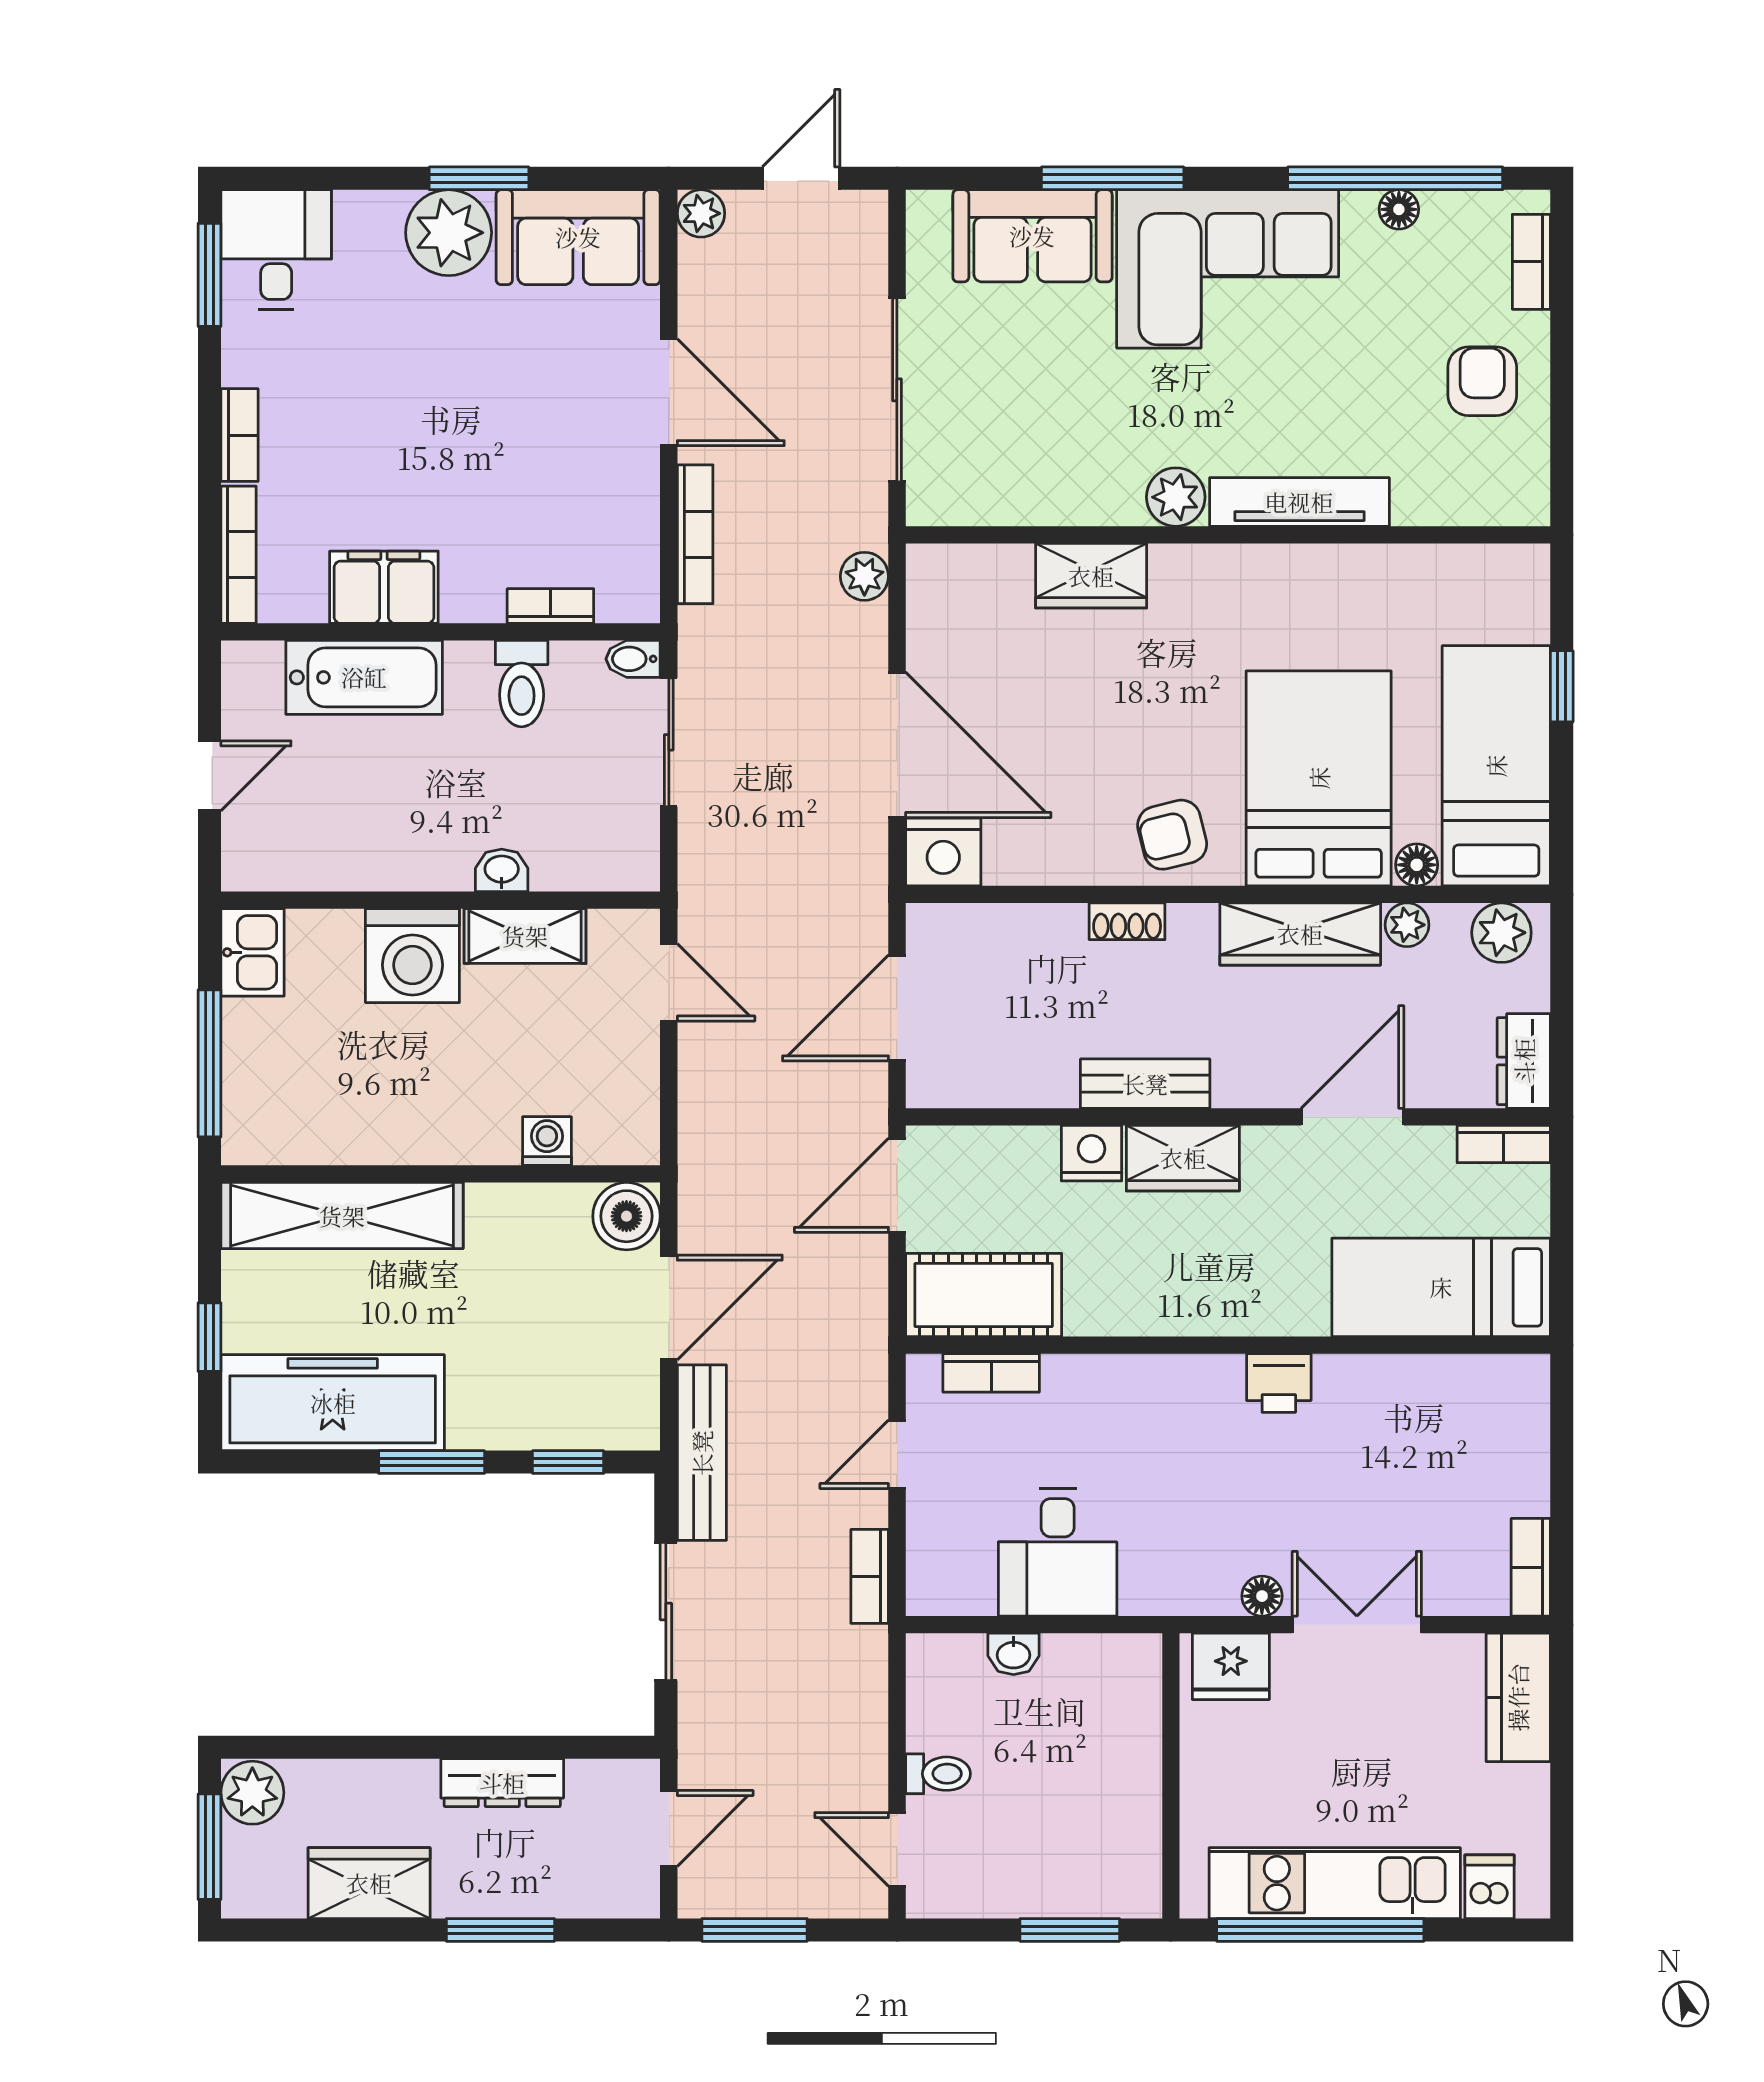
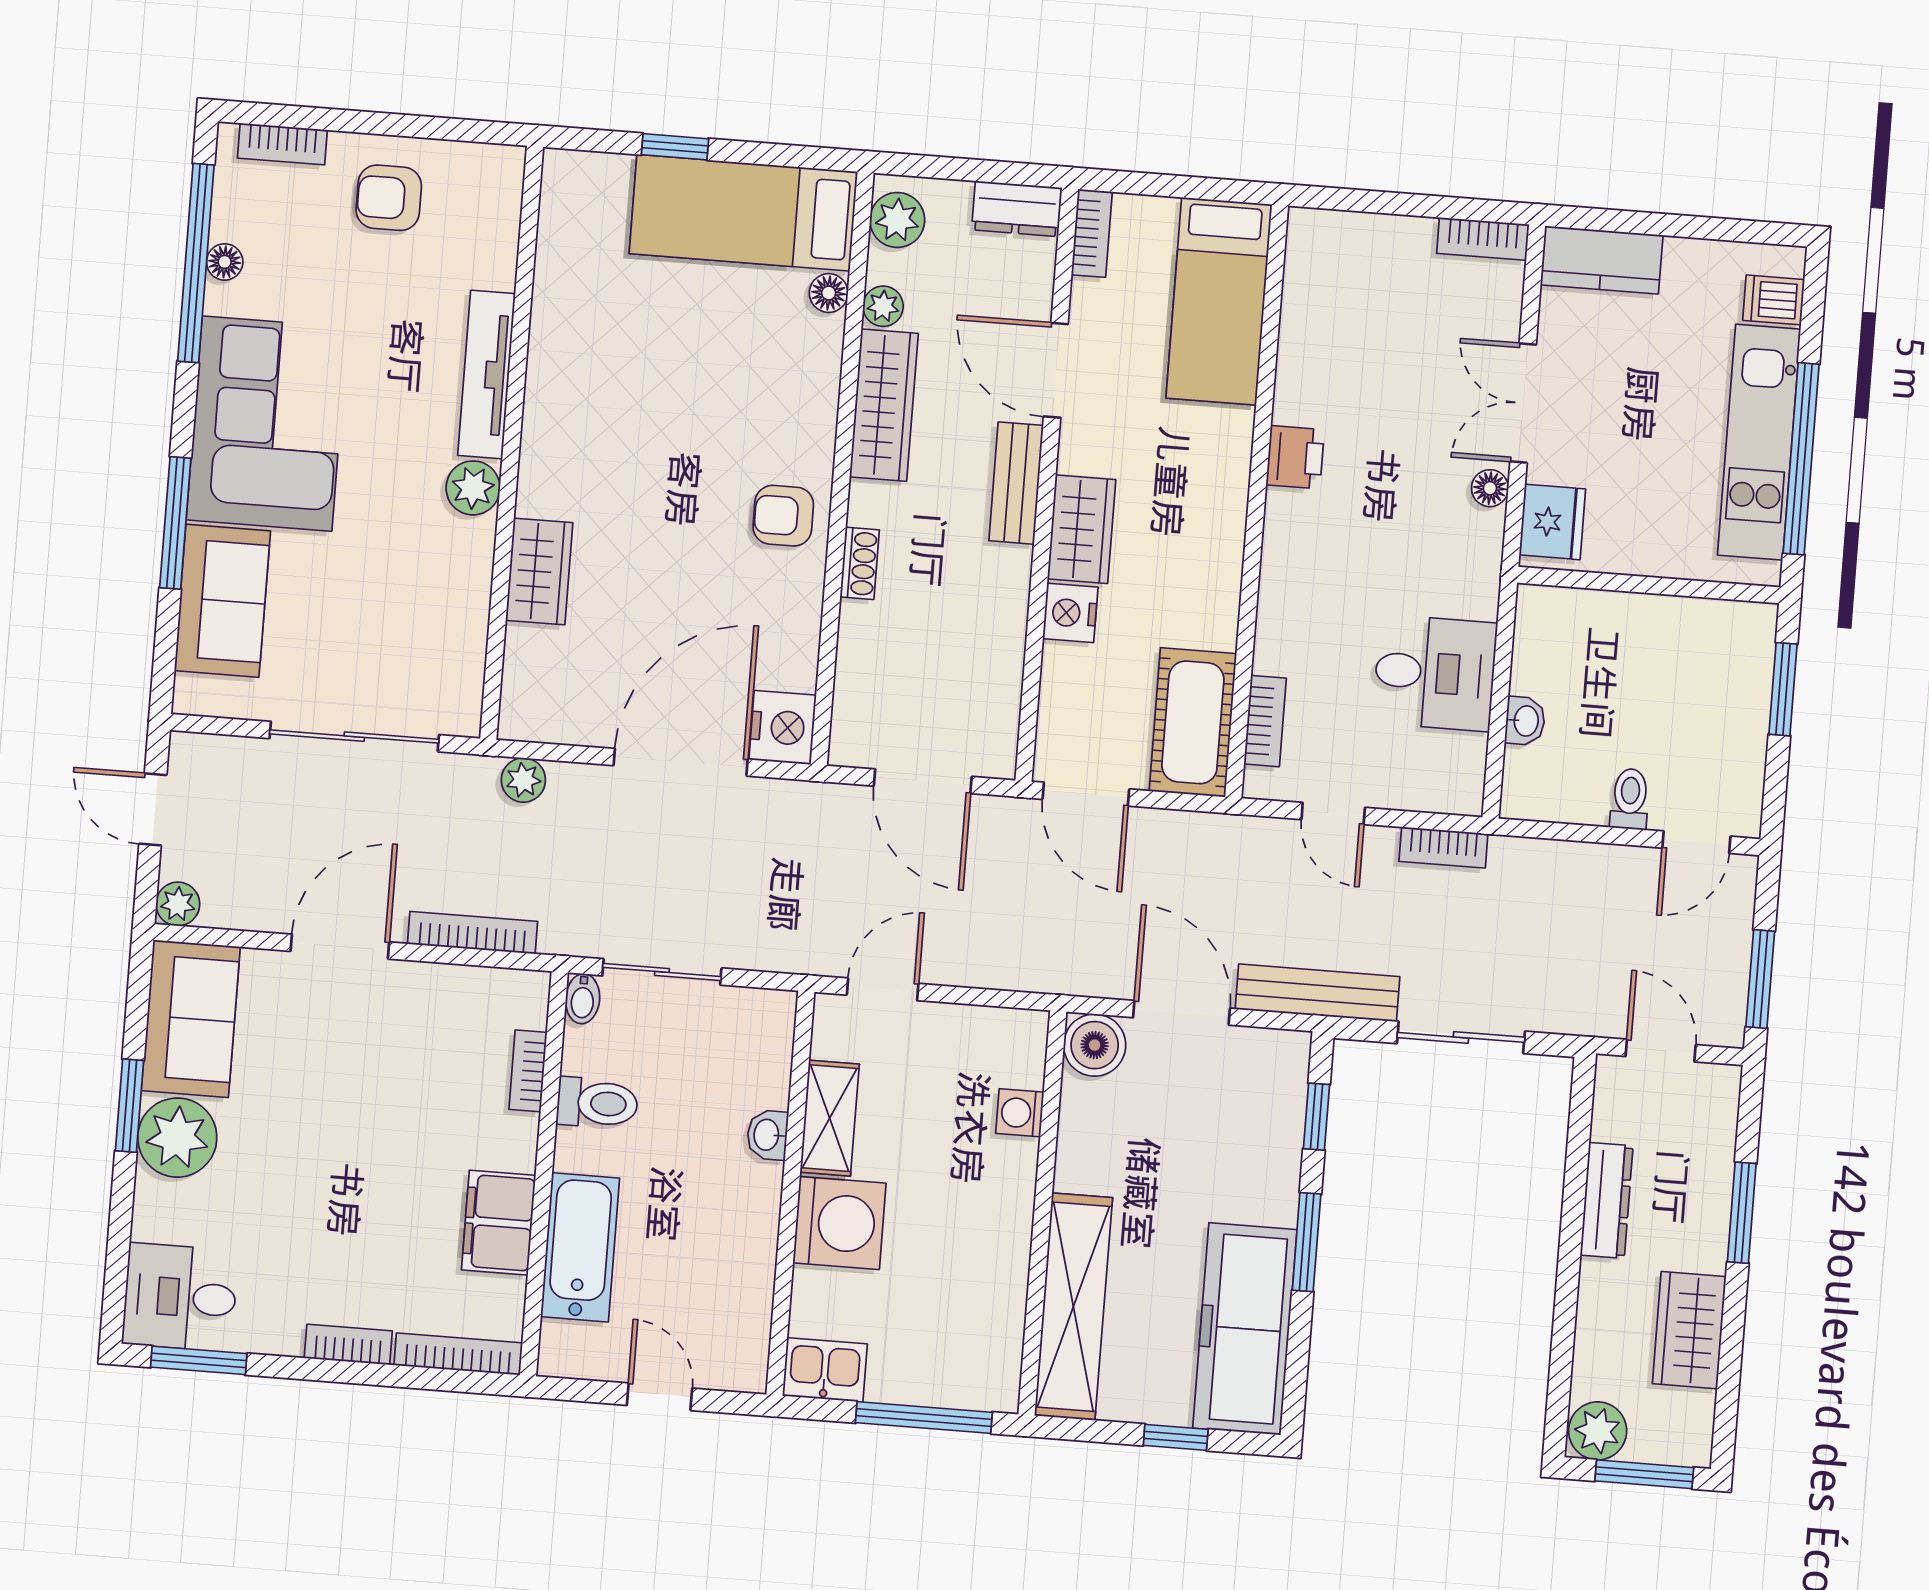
bed: (1319, 778) -> (742, 377), removed
armchair: (1172, 835) -> (783, 516), turned 104
bench: (1145, 1084) -> (1016, 483), moved

